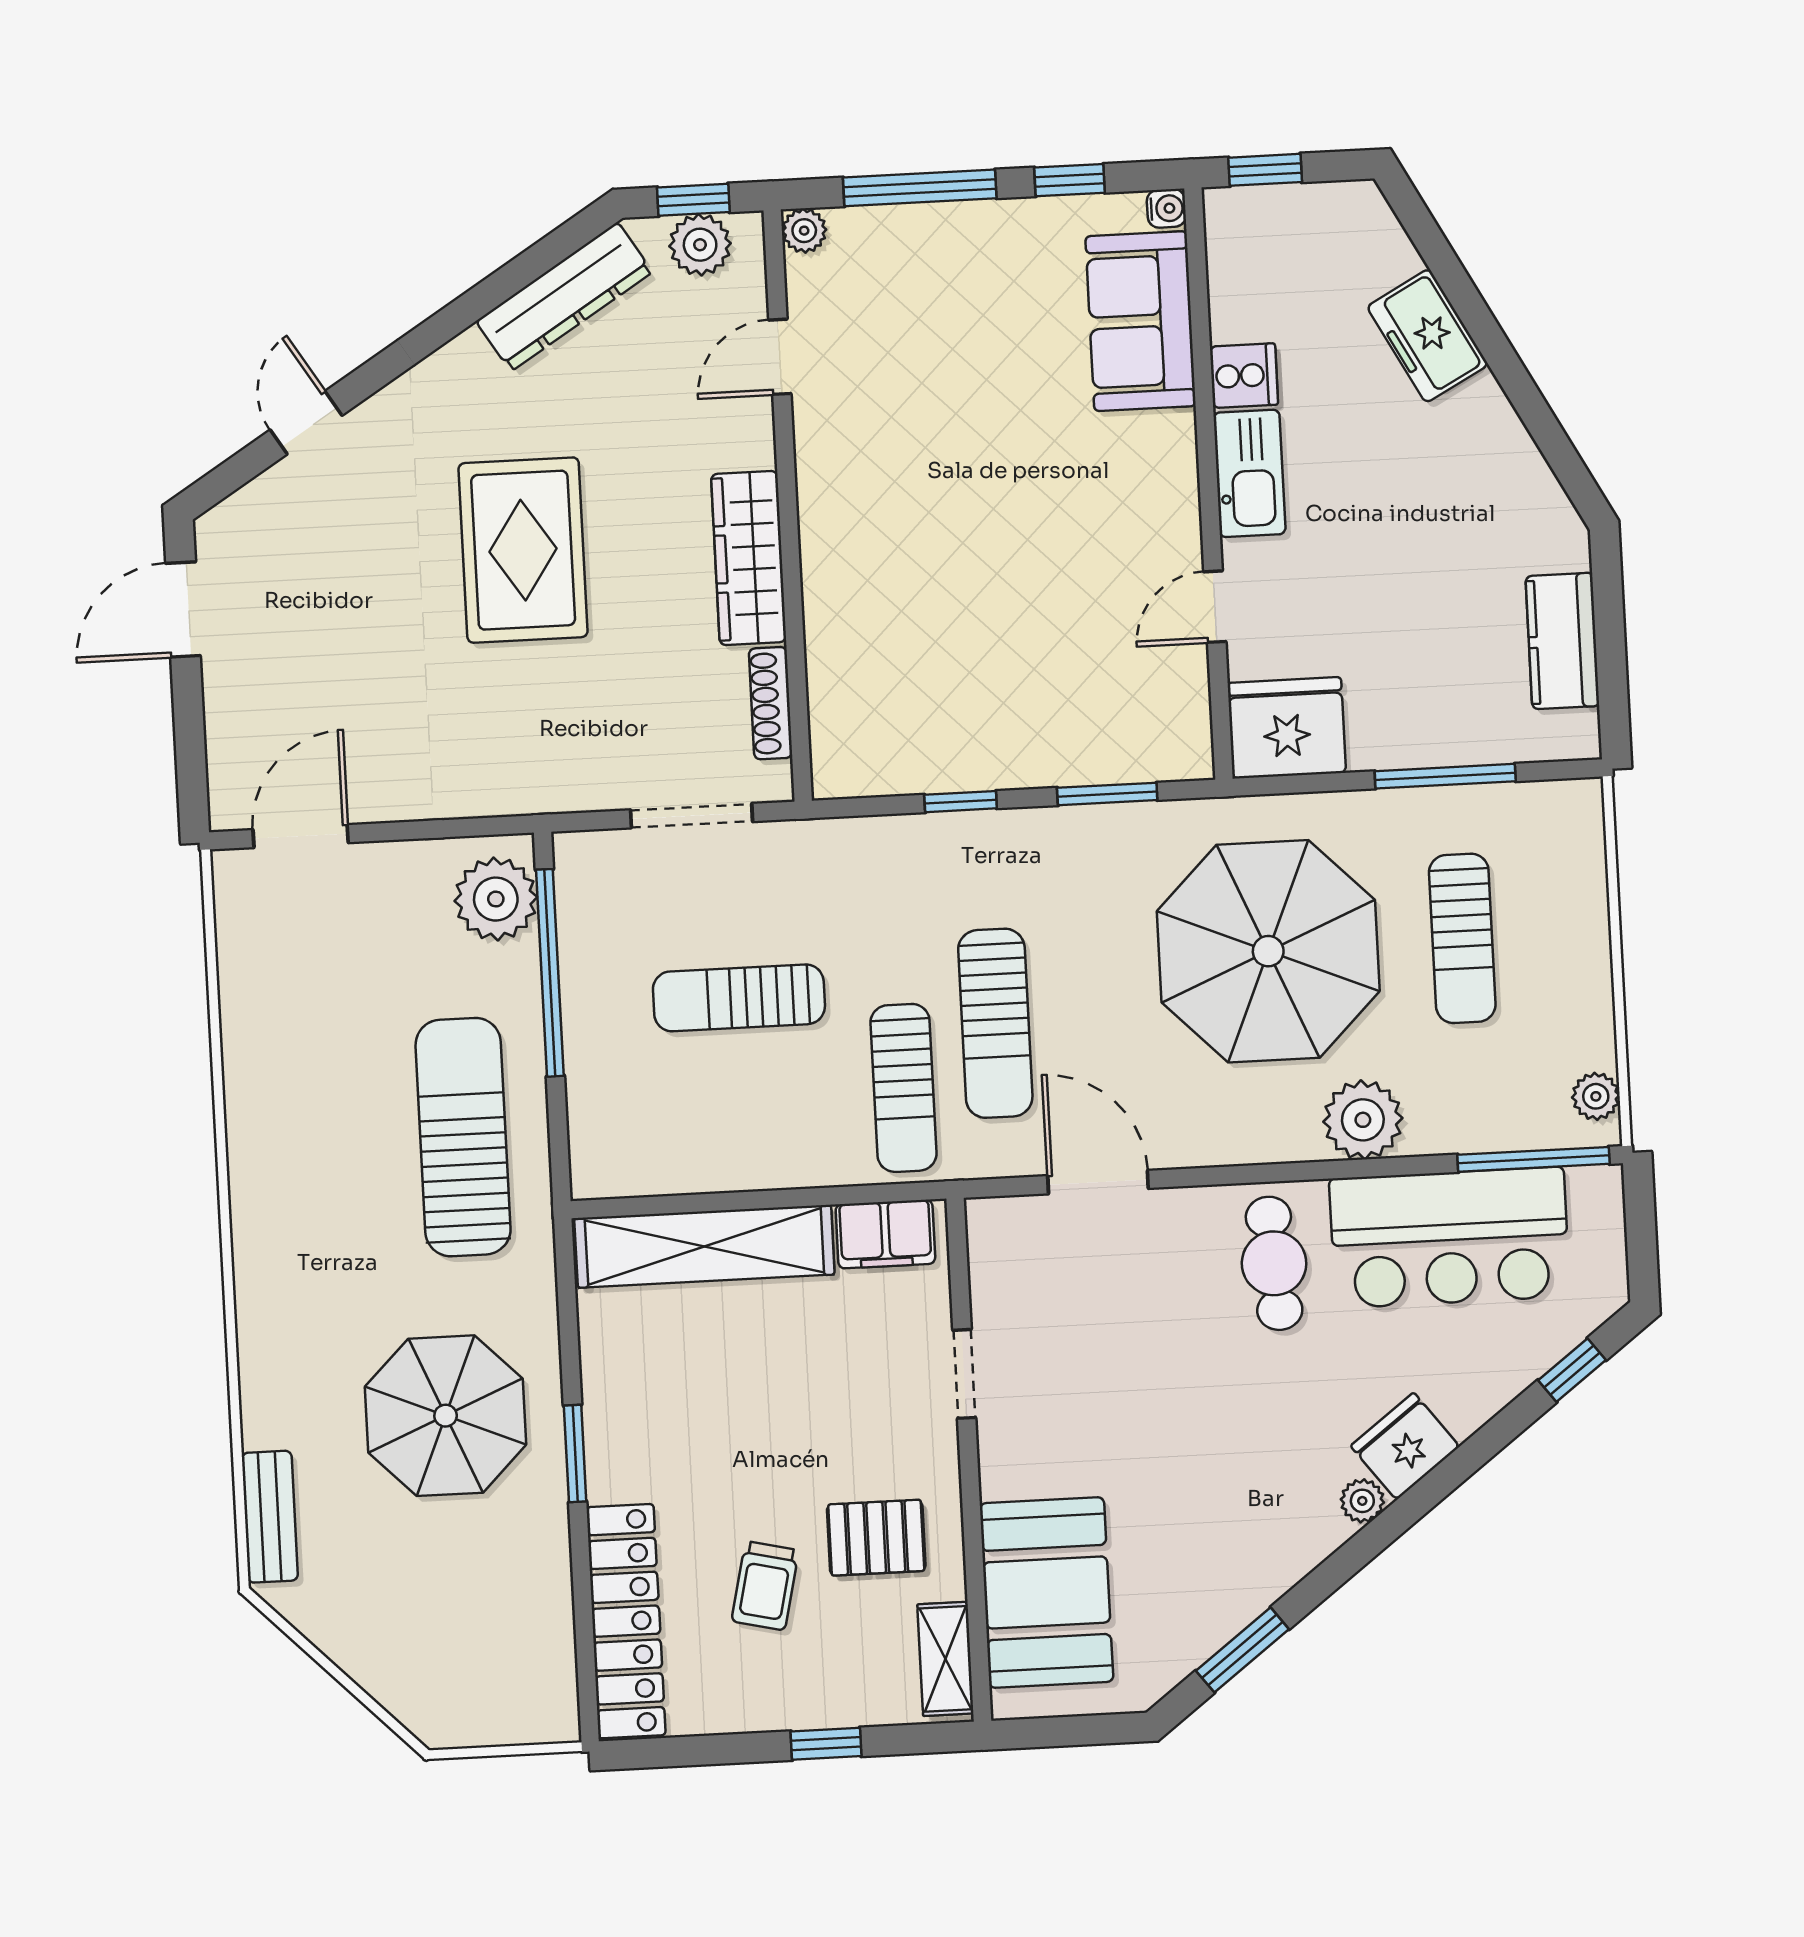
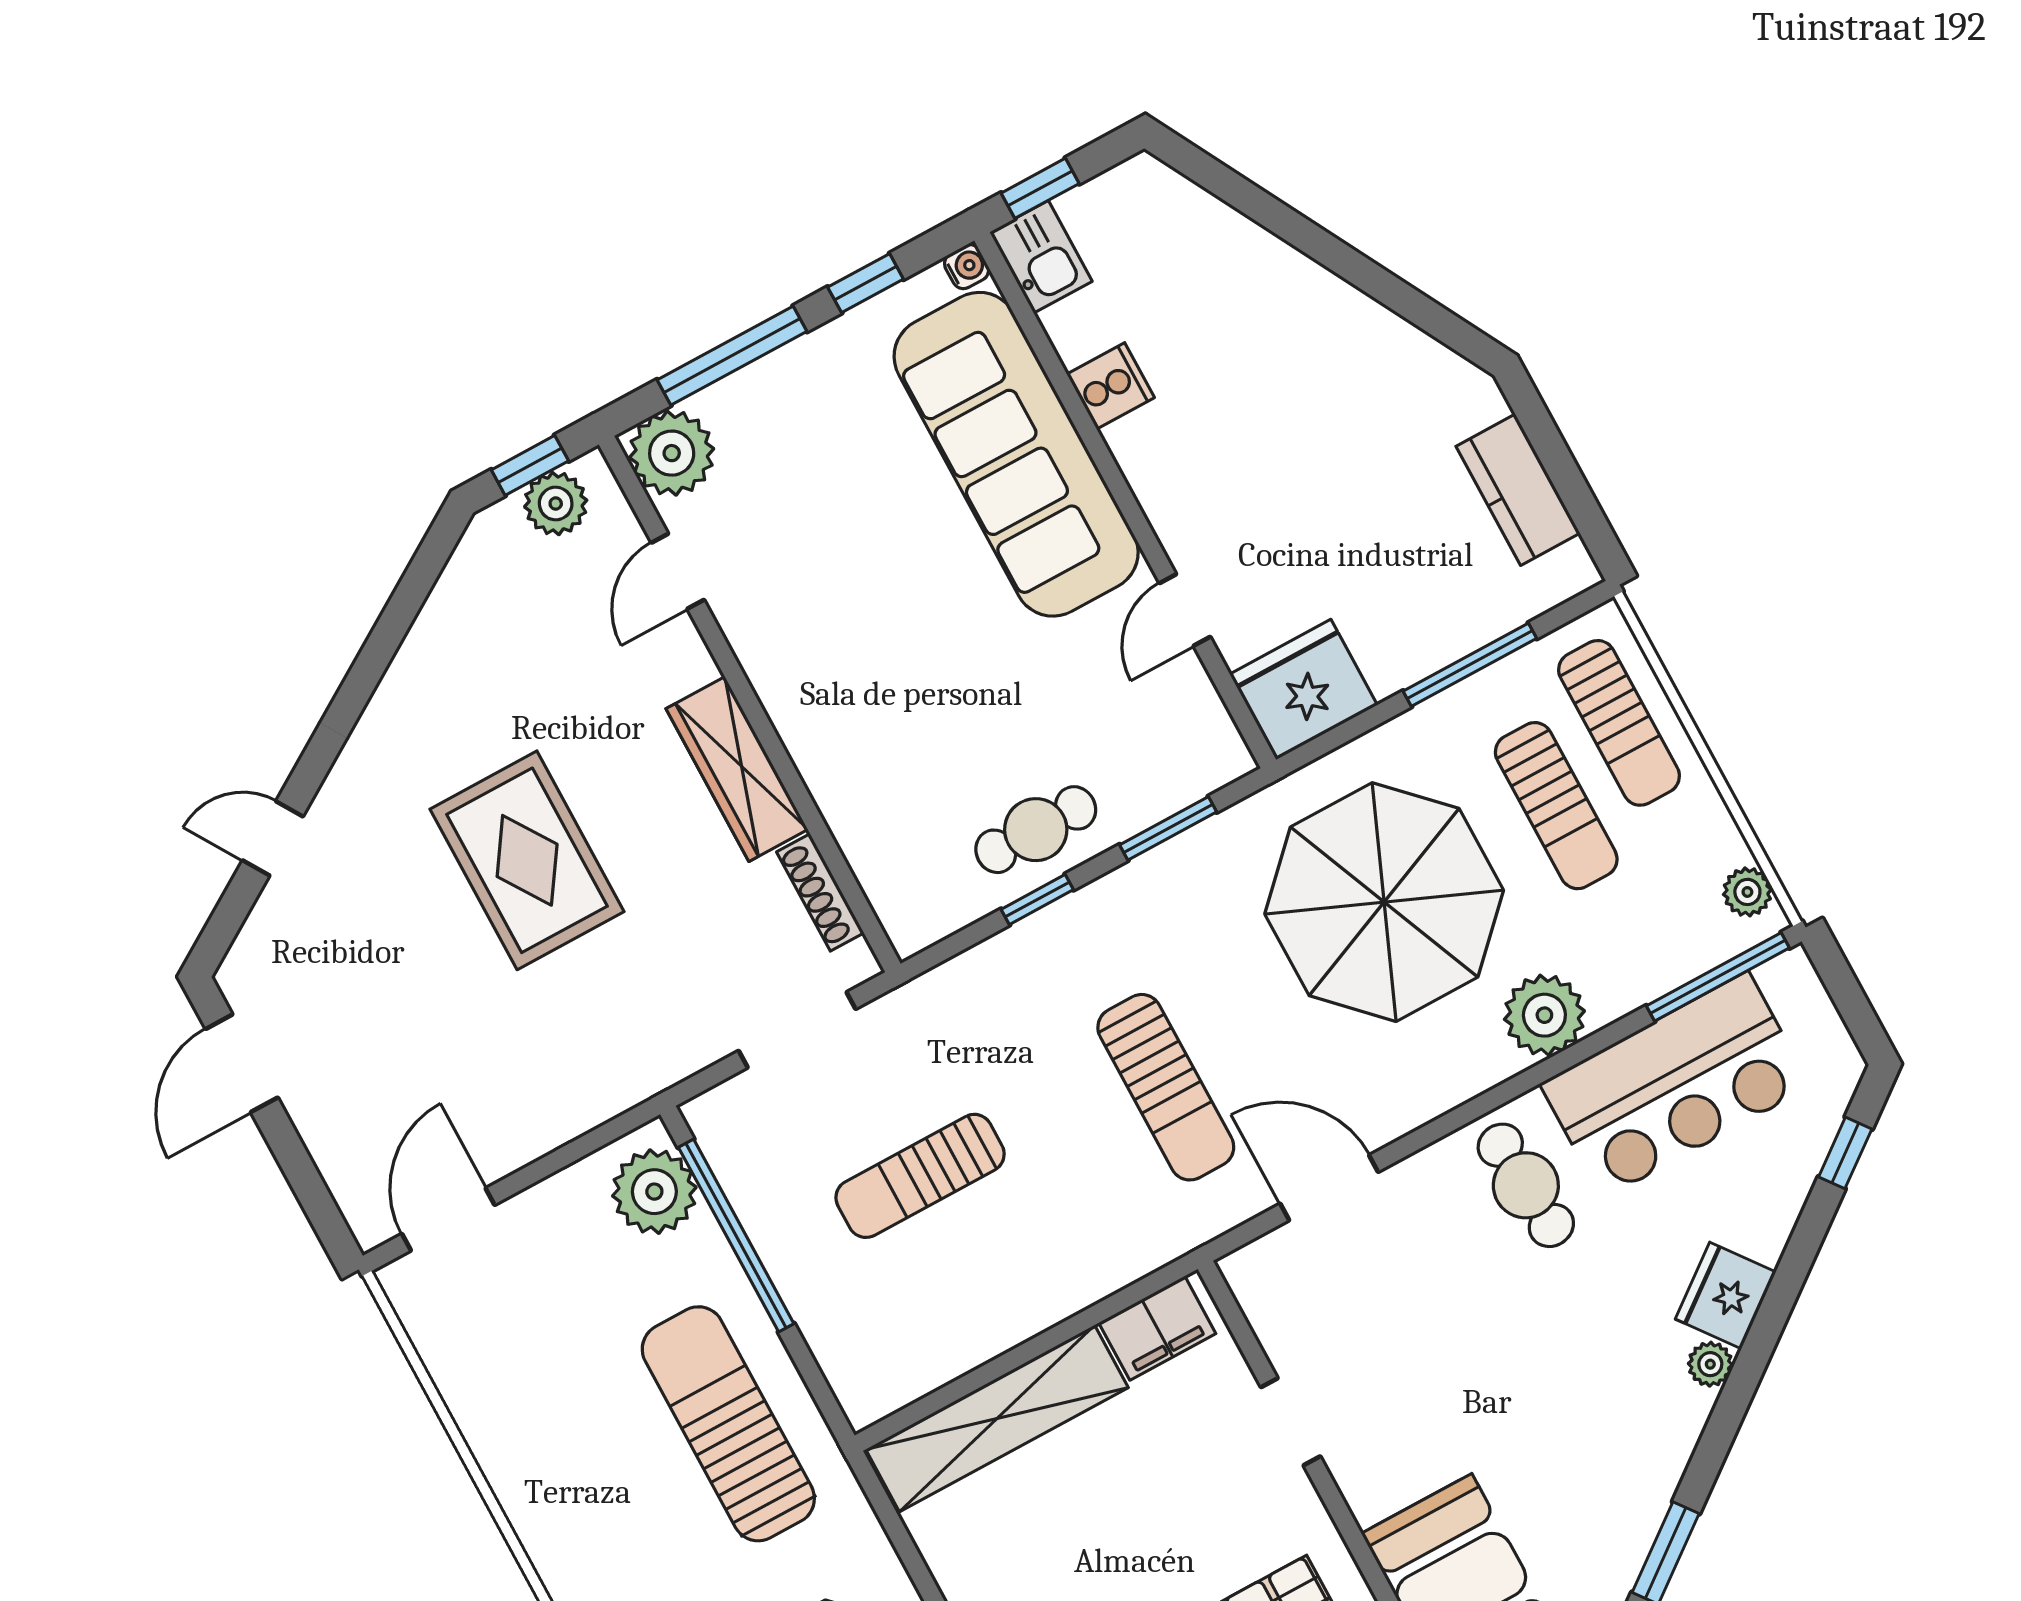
plant: (804, 231) -> (672, 453), width x1.87, depth x1.87
dresser: (564, 297) -> (454, 610), removed
sofa: (1141, 321) -> (1016, 454), width x1.85, depth x1.27
freezer: (1428, 336) -> (1261, 269), removed
door: (306, 423) -> (273, 838), hinge flipped
kitchen sink: (1249, 473) -> (1041, 257), moved, width x0.73
cafe table: (989, 739) -> (1036, 830), added
sun lounger: (904, 1088) -> (1619, 723), moved

